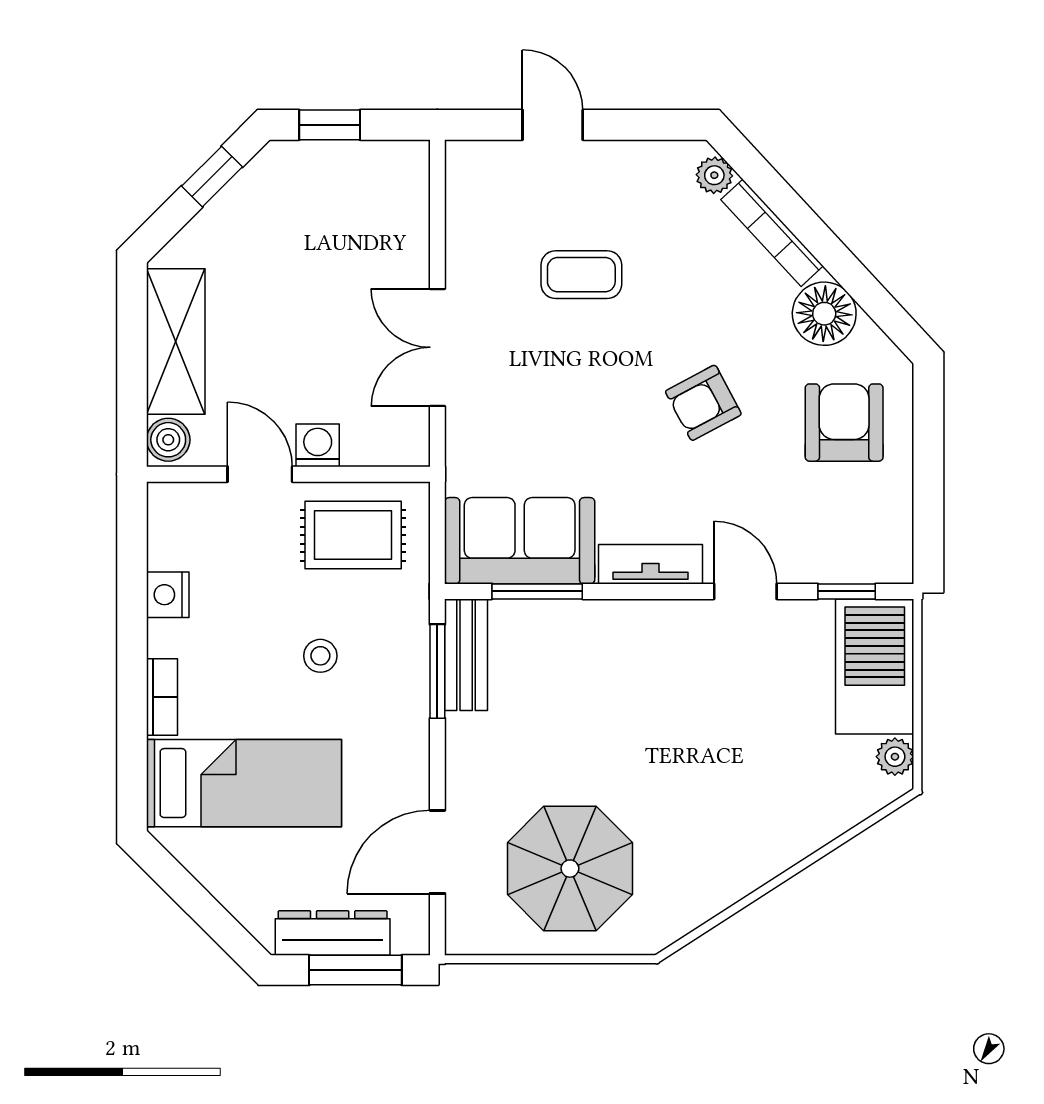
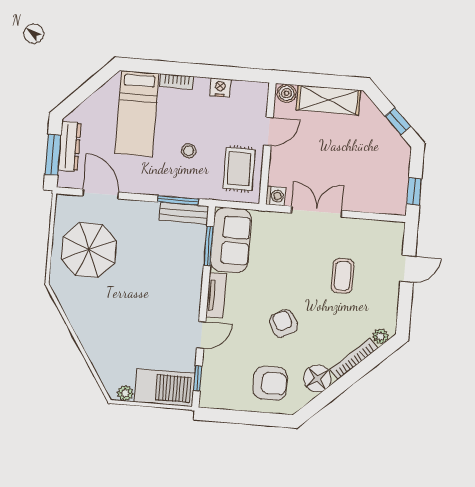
window: (330, 125) -> (414, 191), moved
washing machine: (318, 445) -> (276, 196), moved

